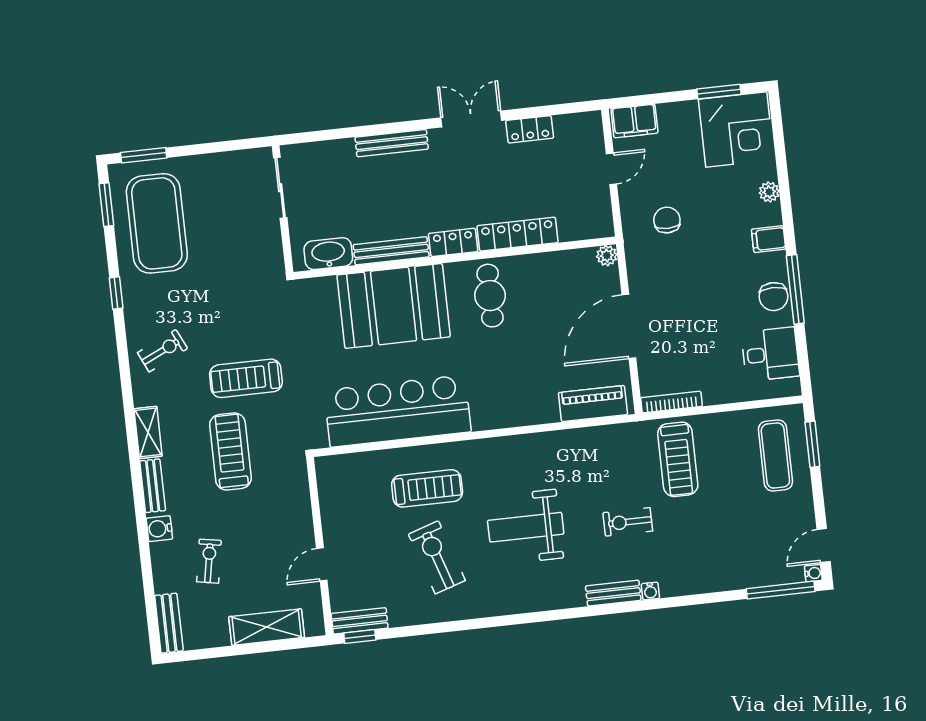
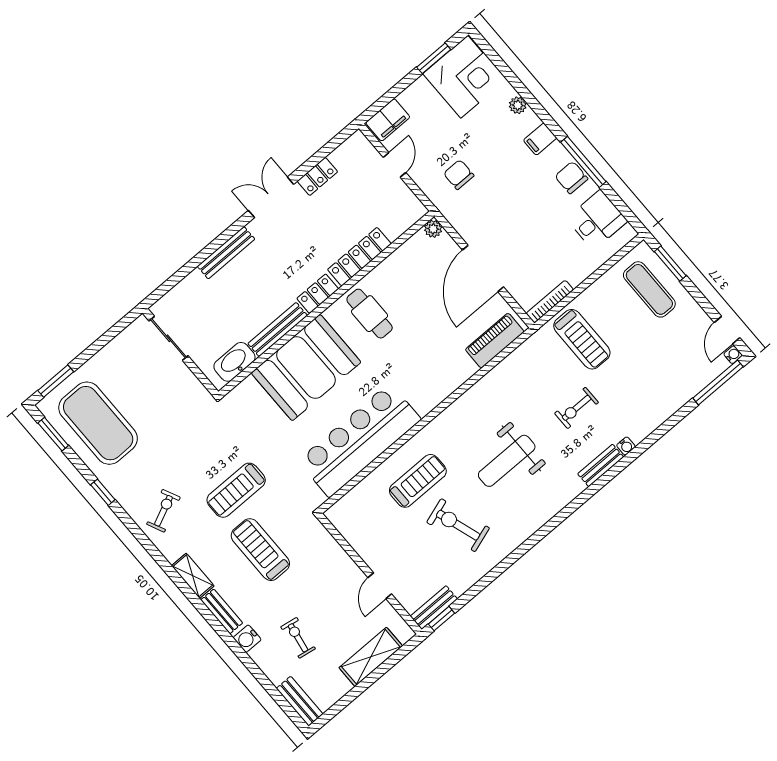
chair: (774, 297) -> (571, 177), turned 180

